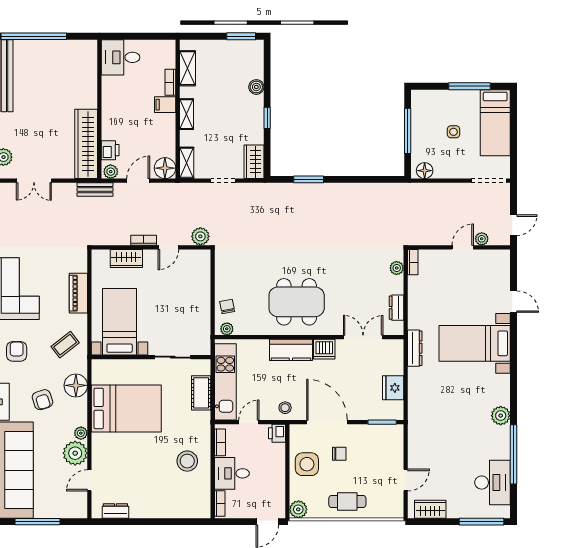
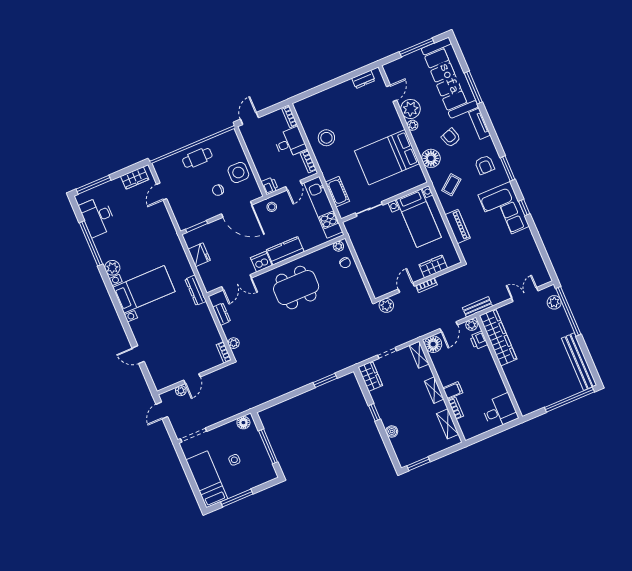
bed with nightstands: (475, 343) -> (144, 289), moved
plant: (298, 509) -> (231, 137), removed

